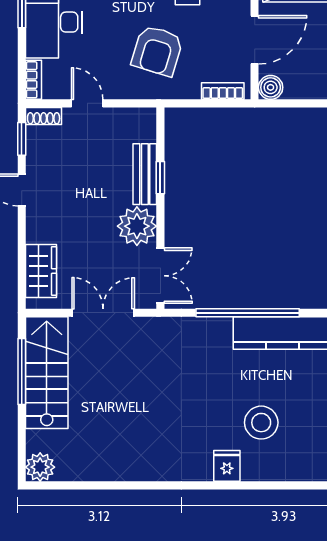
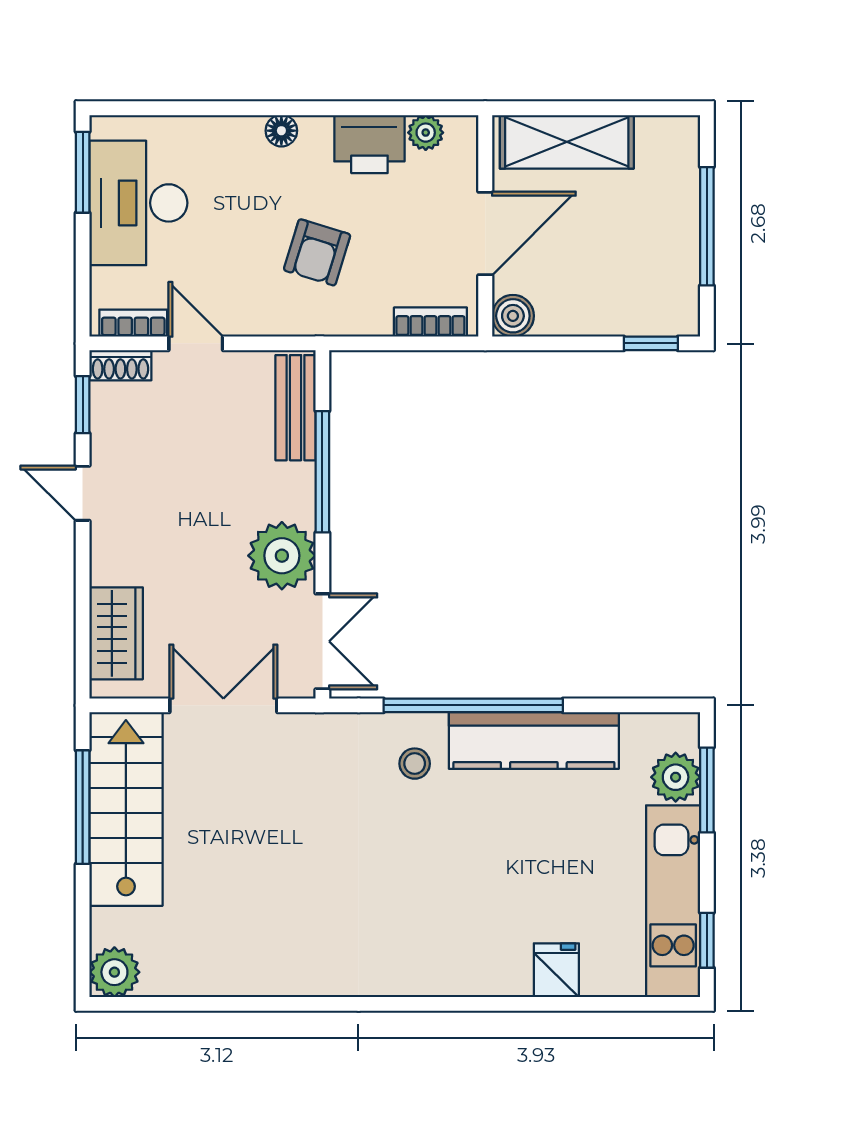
armchair: (157, 51) -> (317, 252), width x0.72, depth x0.72
bookcase: (33, 80) -> (133, 323), moved, turned -90
bench: (145, 174) -> (296, 408), moved
window: (160, 178) -> (322, 472), width x2.17
stool: (261, 423) -> (415, 764), moved, width x0.53, depth x0.53
fridge: (227, 466) -> (556, 970), moved

